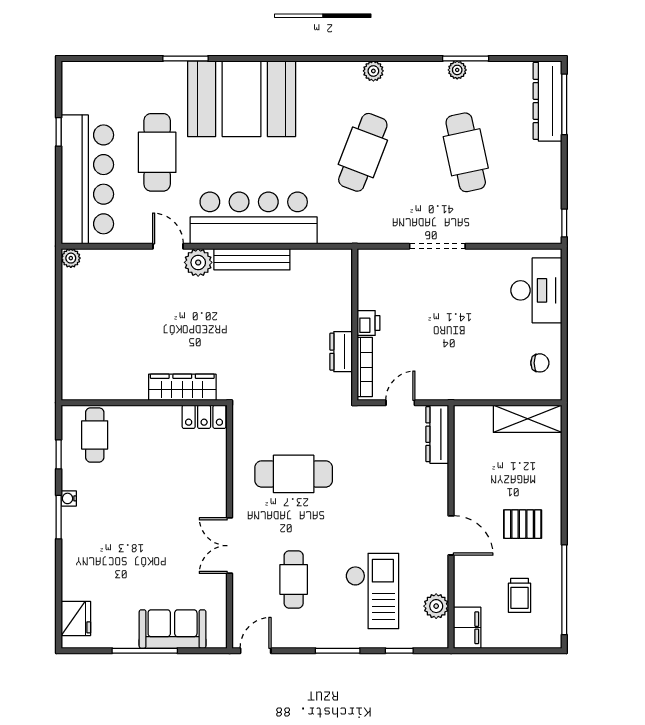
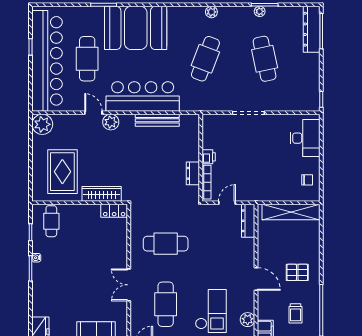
bar counter: (87, 179) -> (47, 61), width x1.36
plant: (71, 258) -> (42, 124), width x1.88, depth x1.88
bench: (252, 259) -> (157, 120), moved
rug: (114, 349) -> (62, 172), added
shelving: (528, 419) -> (291, 212), width x1.47
cafe table: (294, 579) -> (166, 304), width x1.37, depth x1.35

